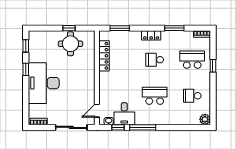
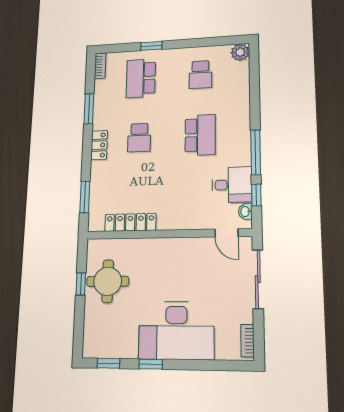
school desk: (155, 96) -> (200, 135), turned 180

